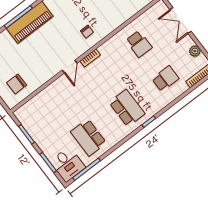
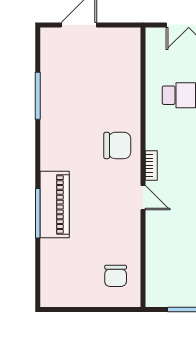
chair: (87, 32) -> (117, 145), width x1.87, depth x1.87

